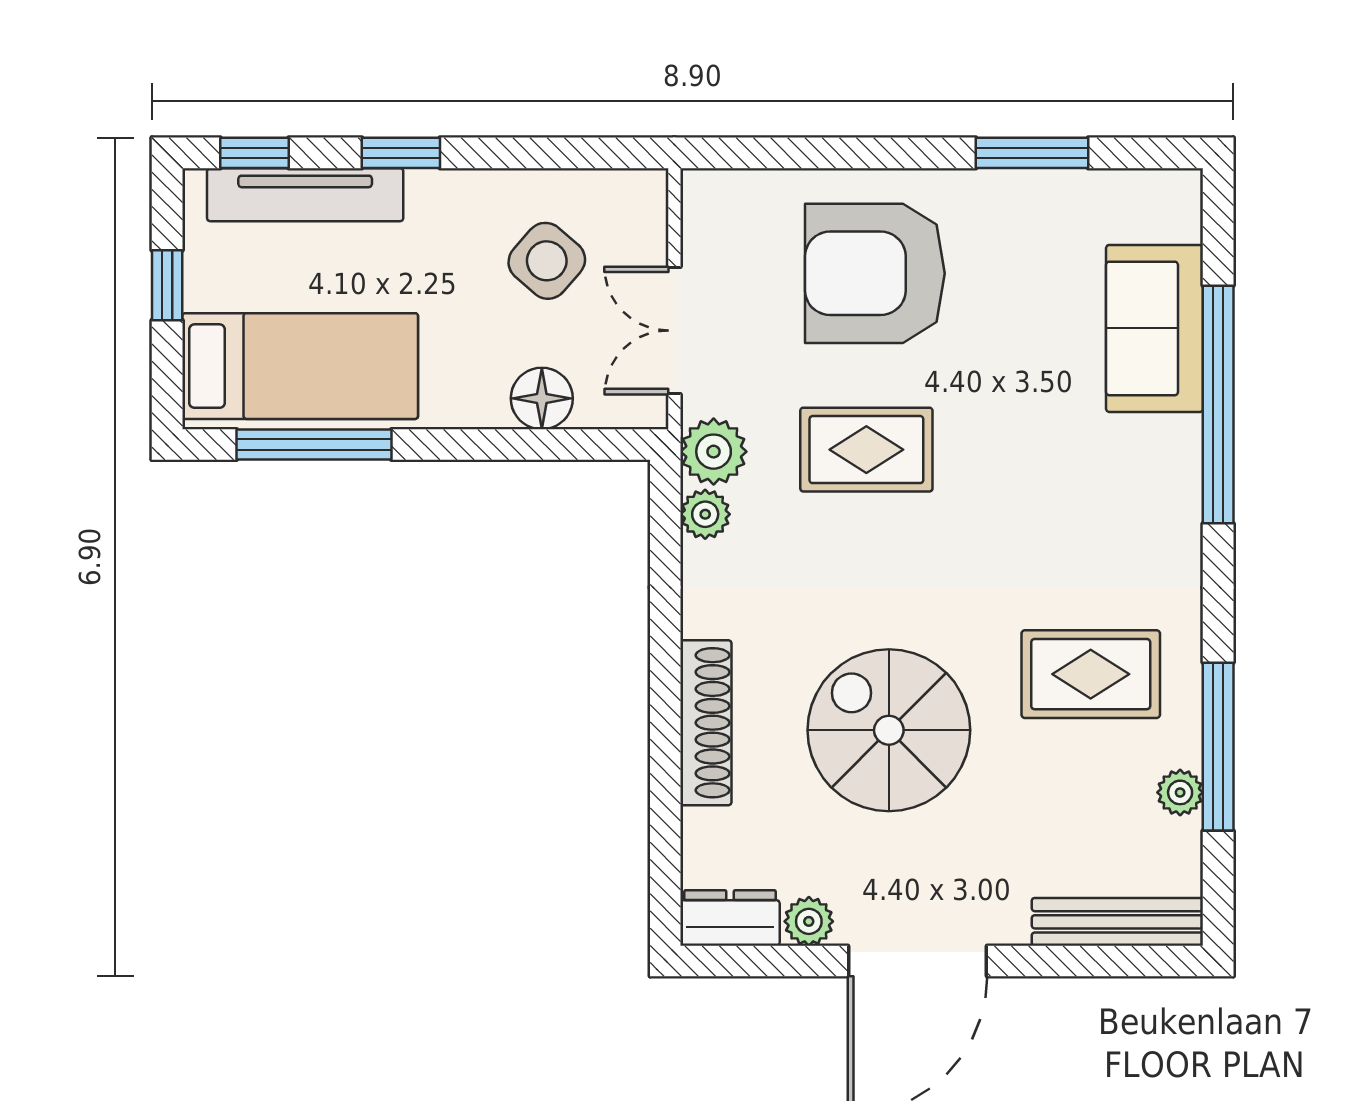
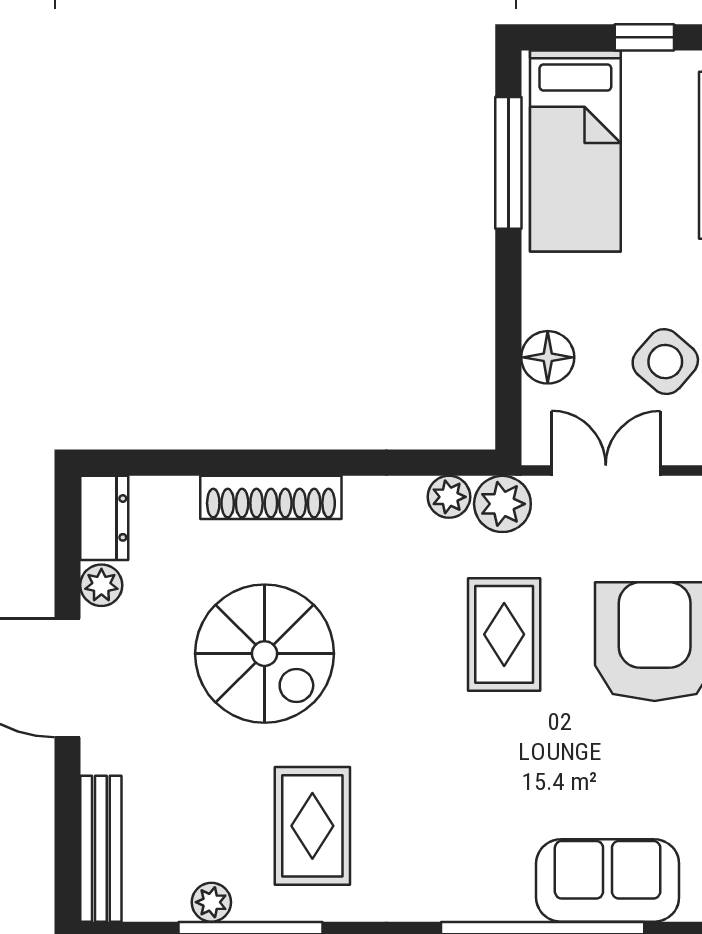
spiral stairs: (889, 730) -> (265, 654), turned 90

